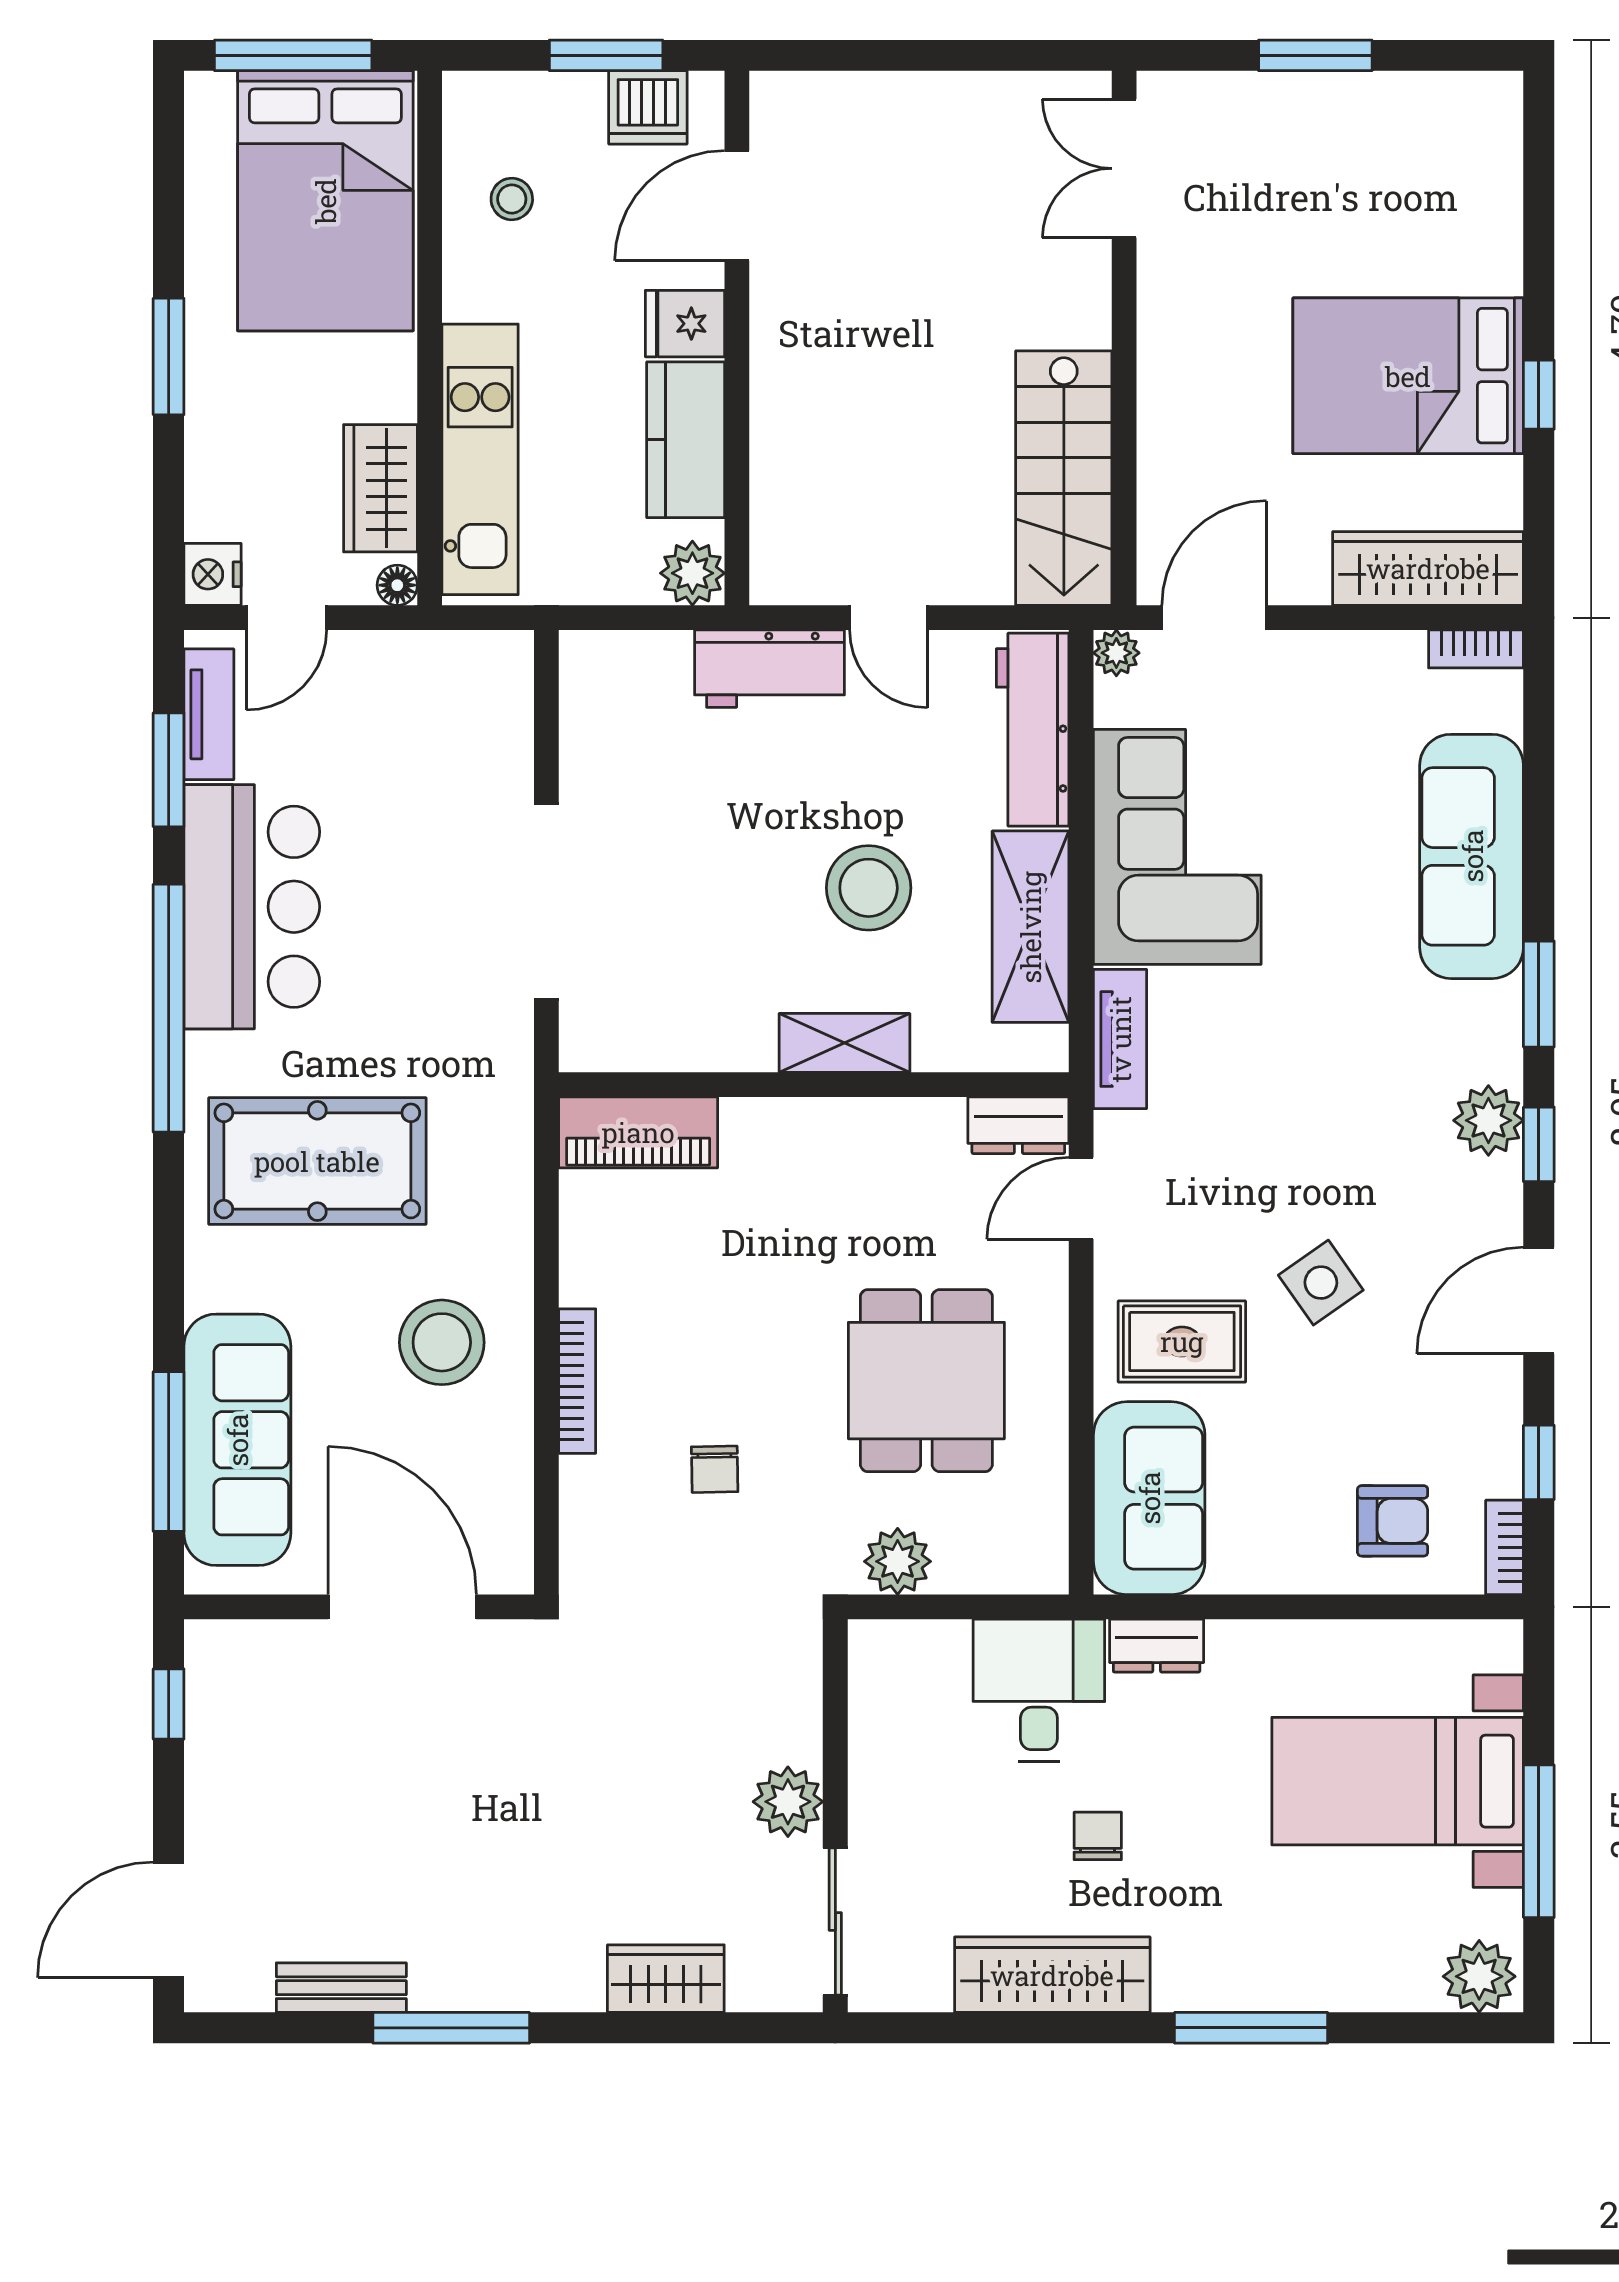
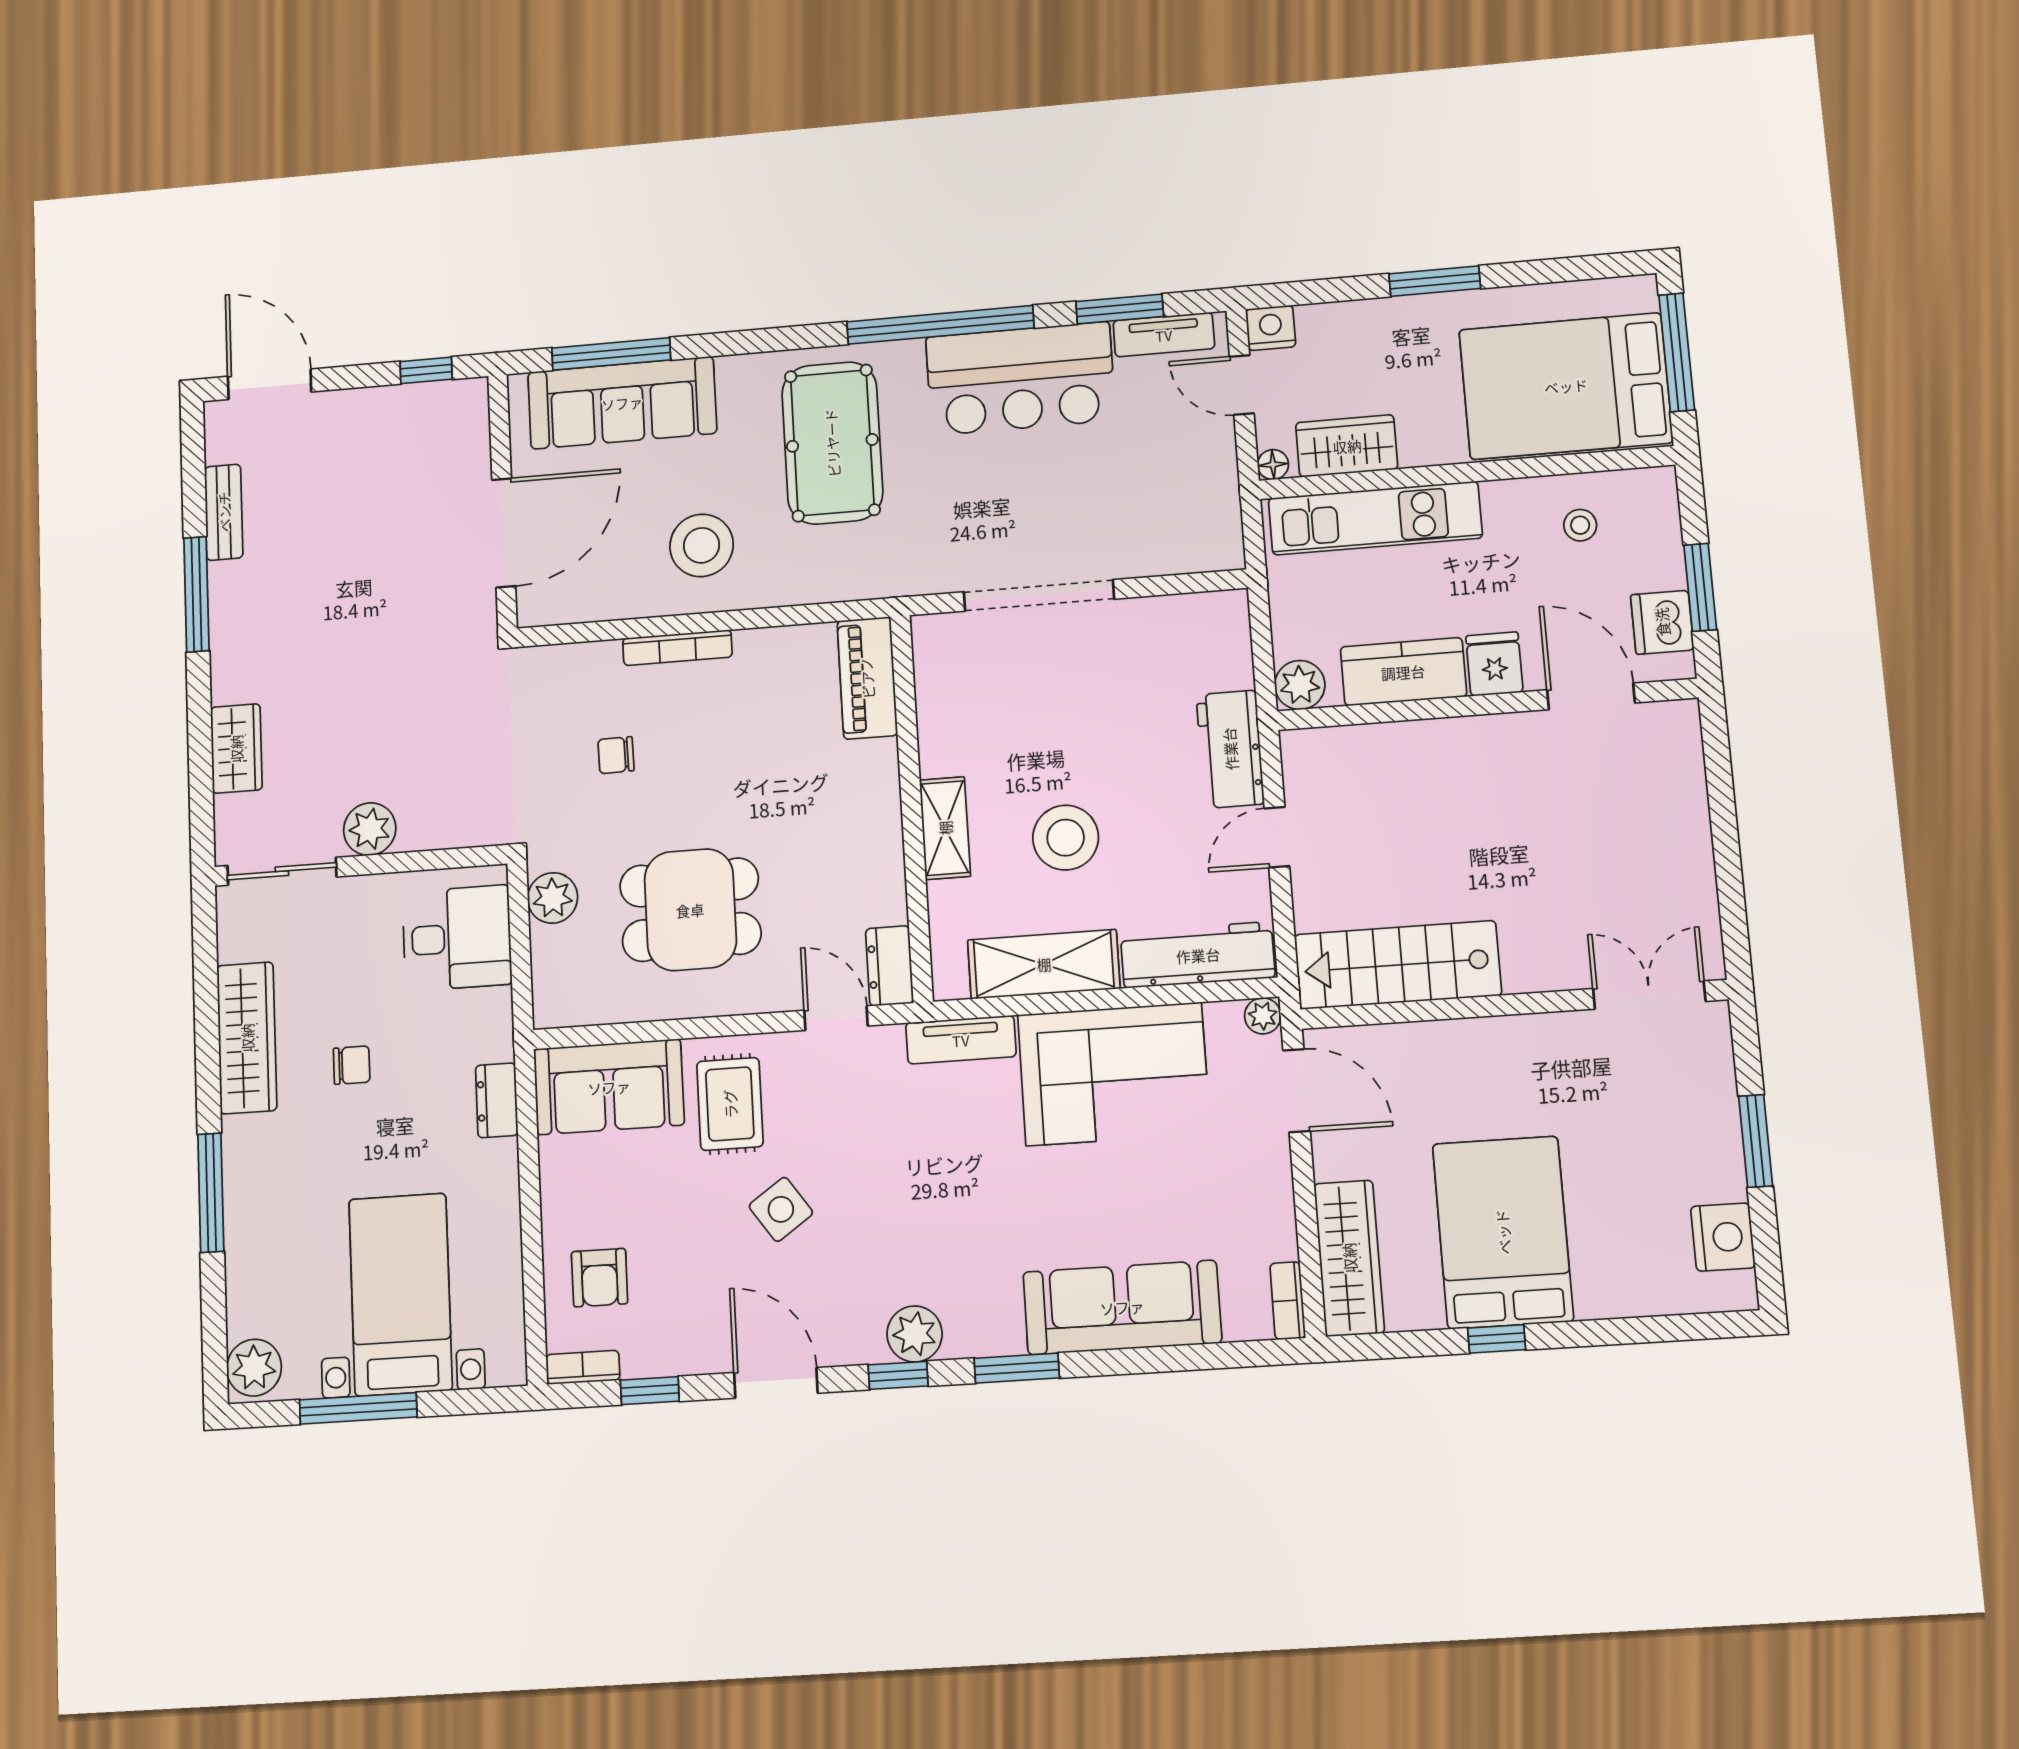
nightstand: (1431, 107) -> (1723, 1237), added
desk: (1039, 1690) -> (457, 938), moved

